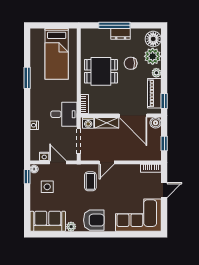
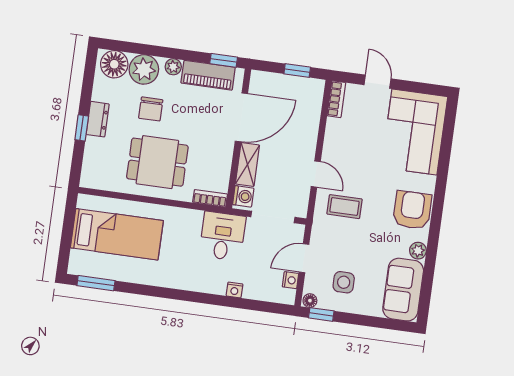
window: (114, 25) -> (82, 128), width x0.46
dining table: (101, 71) -> (157, 162), turned 90
window: (27, 78) -> (96, 283), moved
boiler: (156, 123) -> (259, 80), removed

